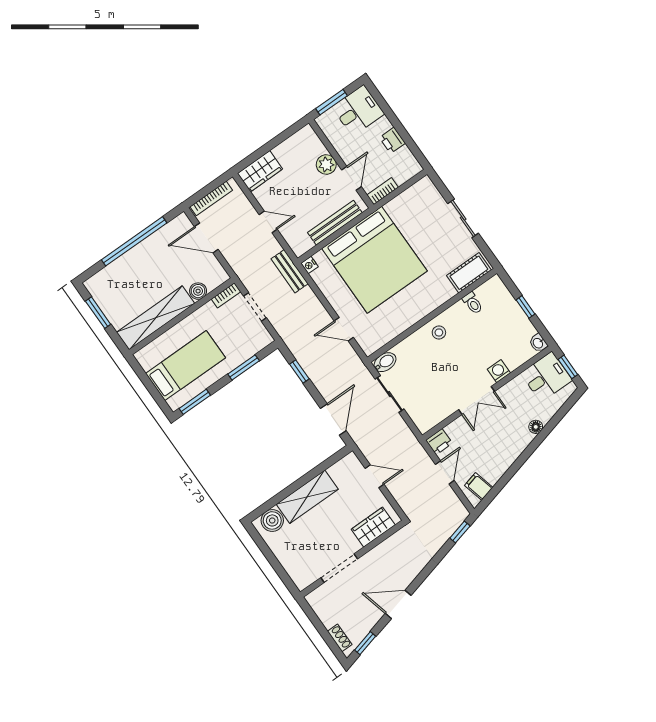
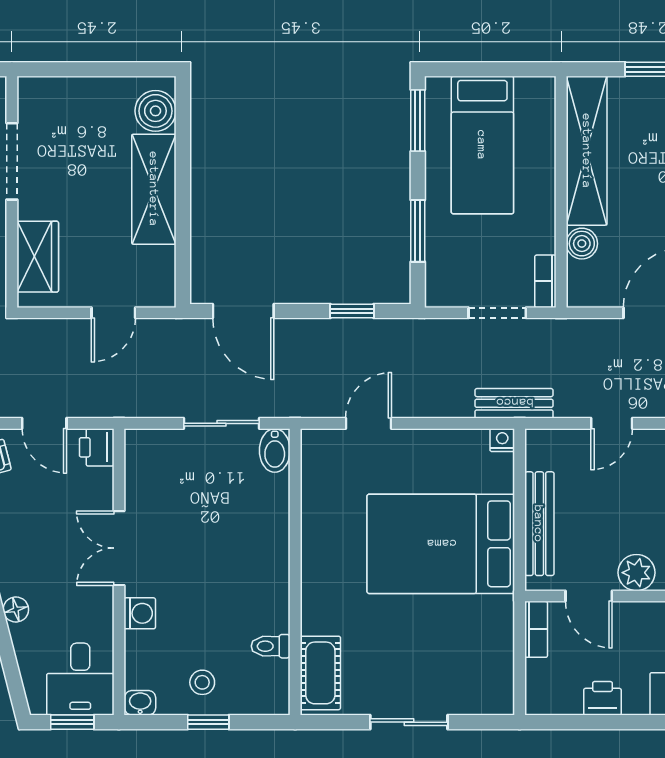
bed: (374, 260) -> (441, 544), width x0.73
stool: (439, 332) -> (202, 682), moved

